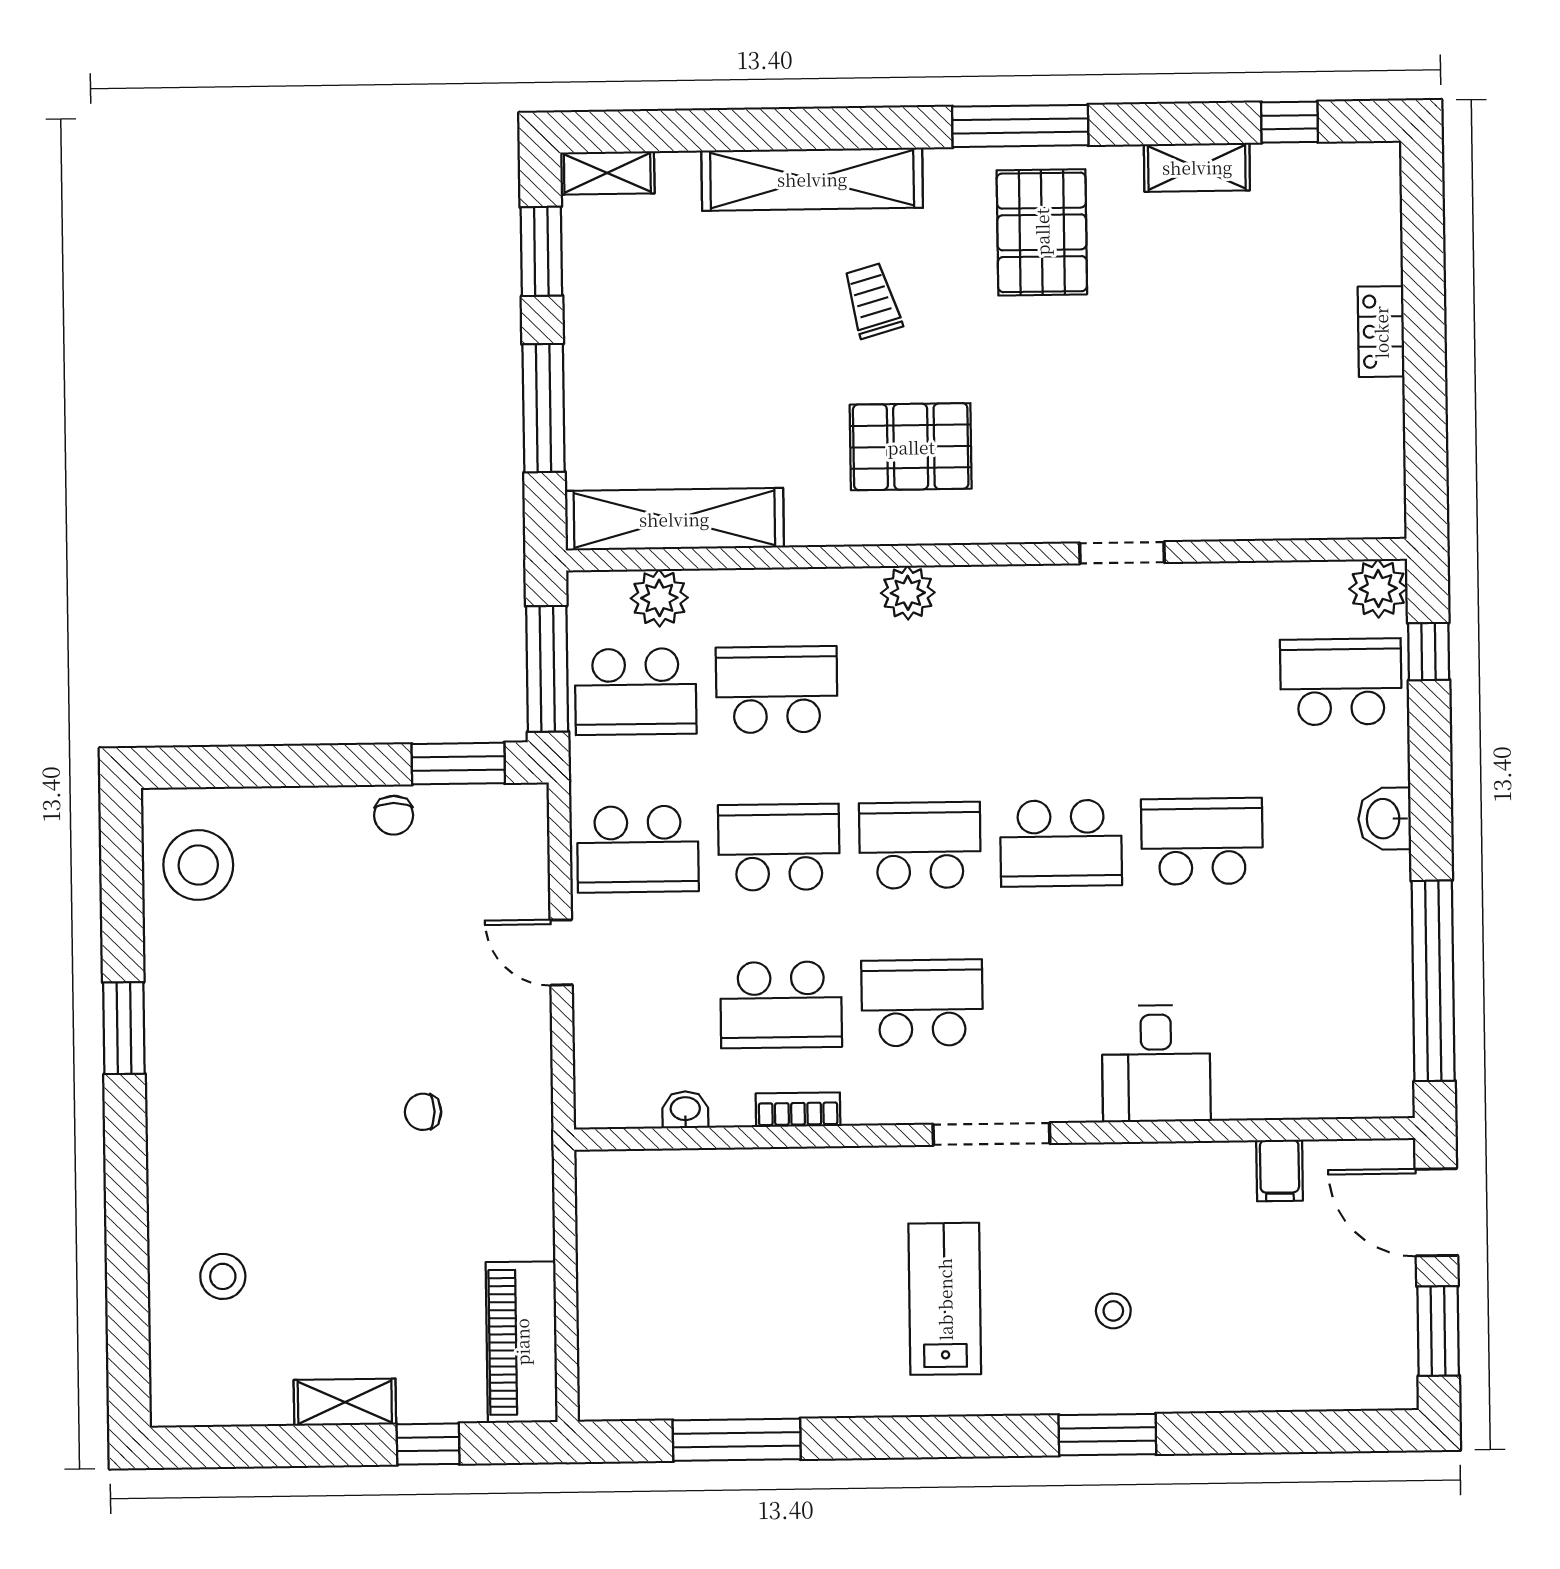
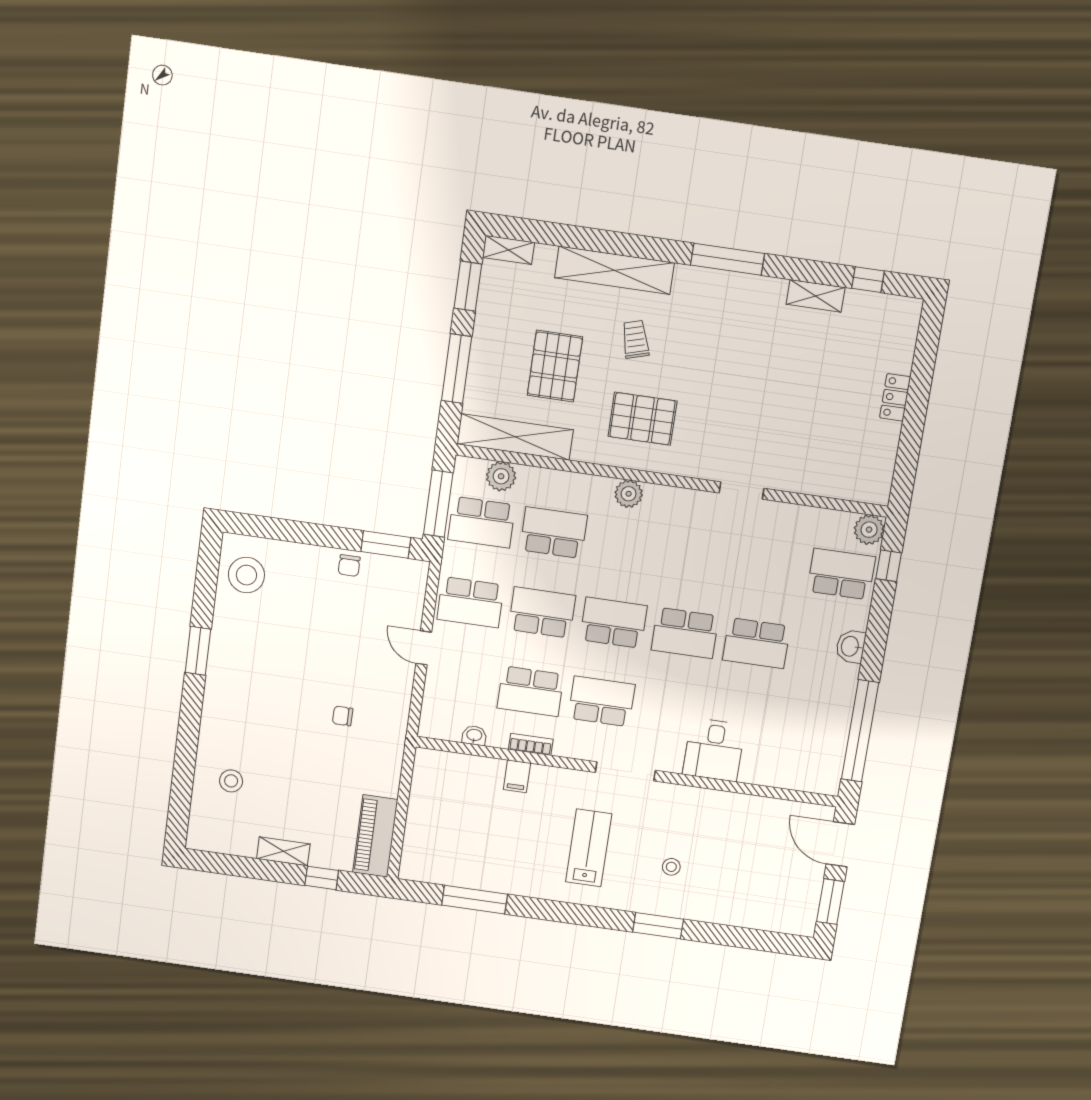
pallet: (1042, 232) -> (555, 366), moved
school desk: (1202, 841) -> (756, 643), turned 180
filing cabinet: (1280, 1171) -> (517, 776), moved

